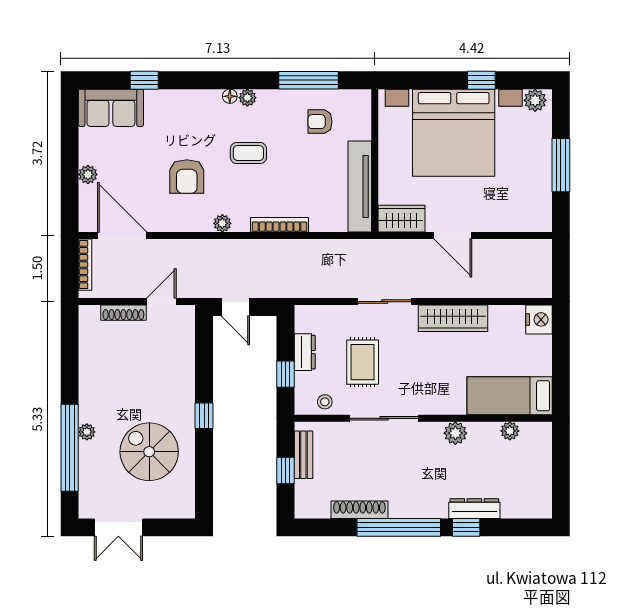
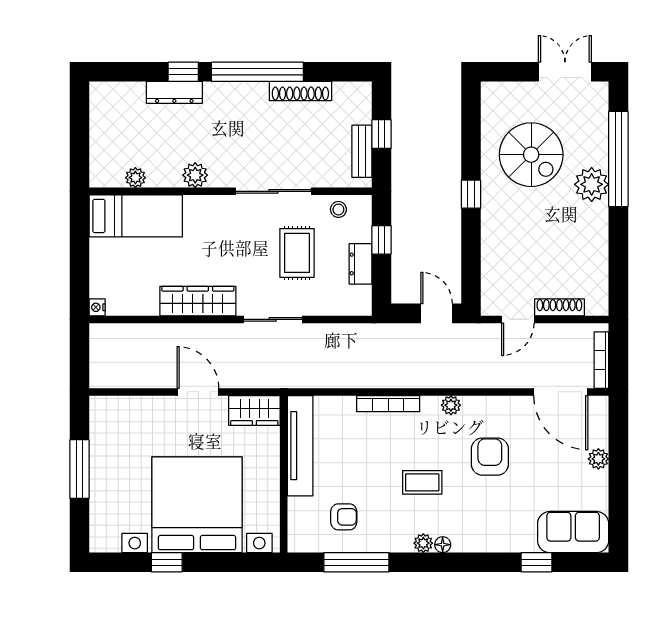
plant: (535, 100) -> (108, 540), removed
nightstand: (539, 319) -> (97, 307), width x0.53, depth x0.56
plant: (87, 432) -> (592, 184), width x1.88, depth x1.88

